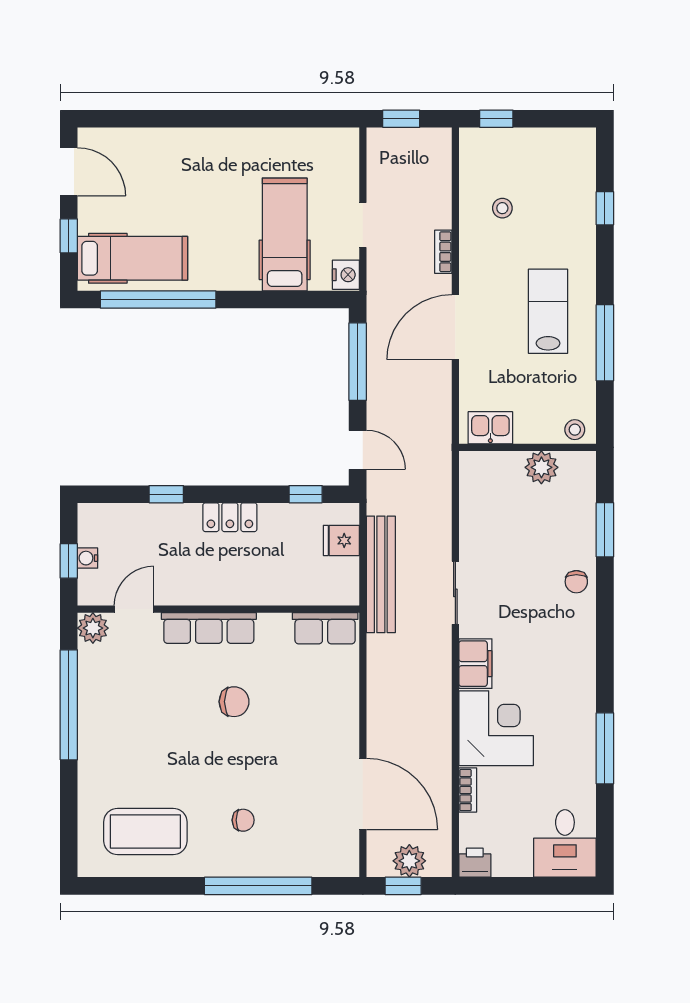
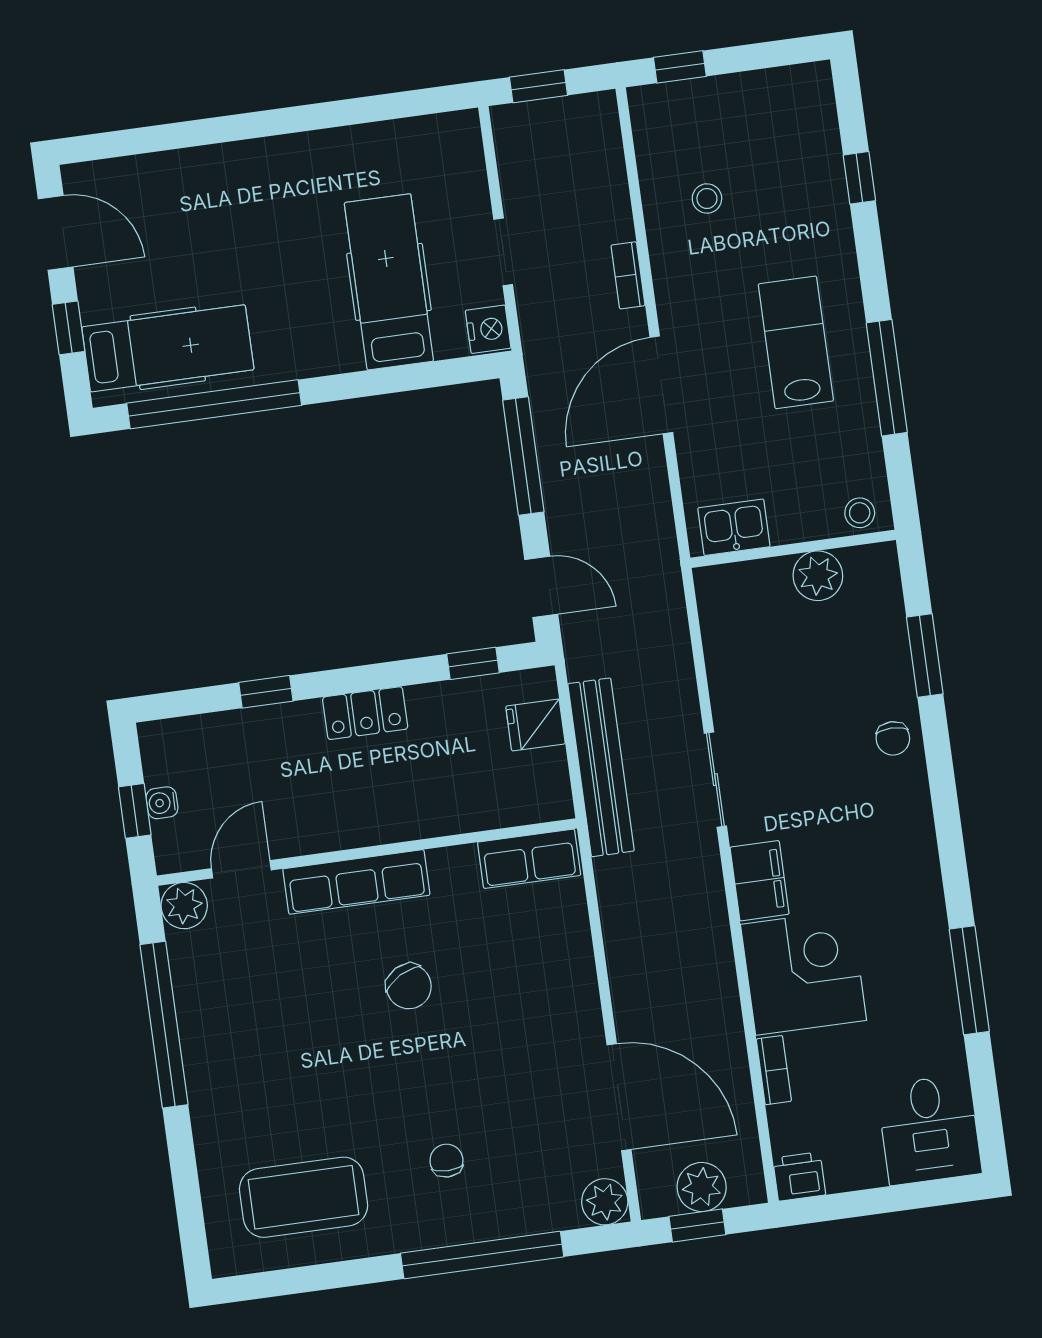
chair: (234, 702) -> (409, 986), turned 61
chair: (243, 820) -> (446, 1161), turned -90
plant: (344, 862) -> (605, 1202), added

